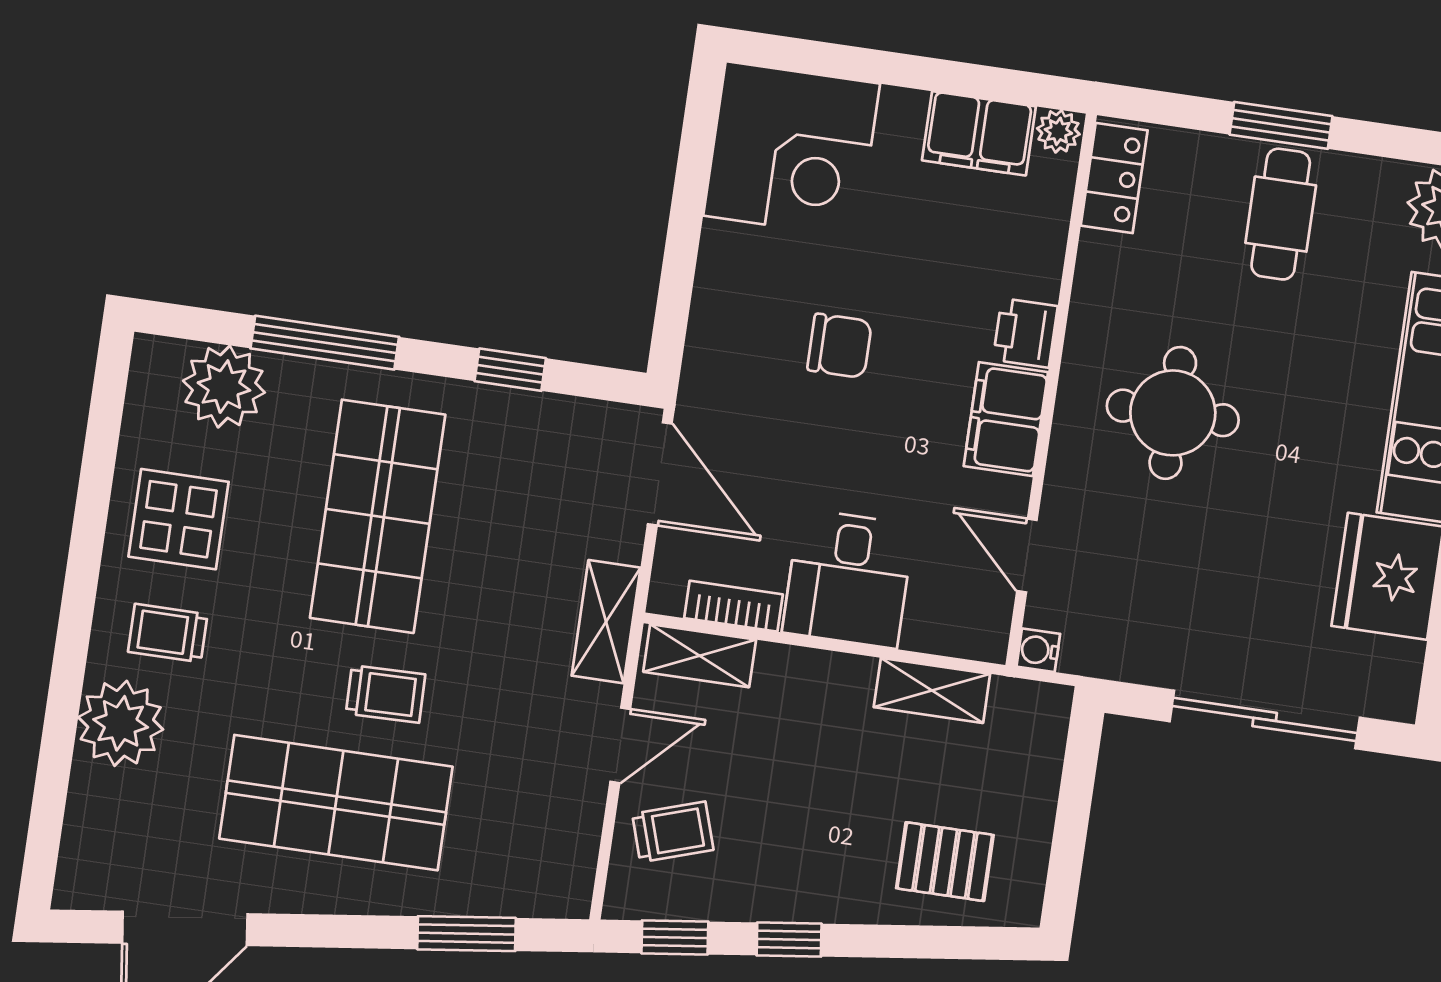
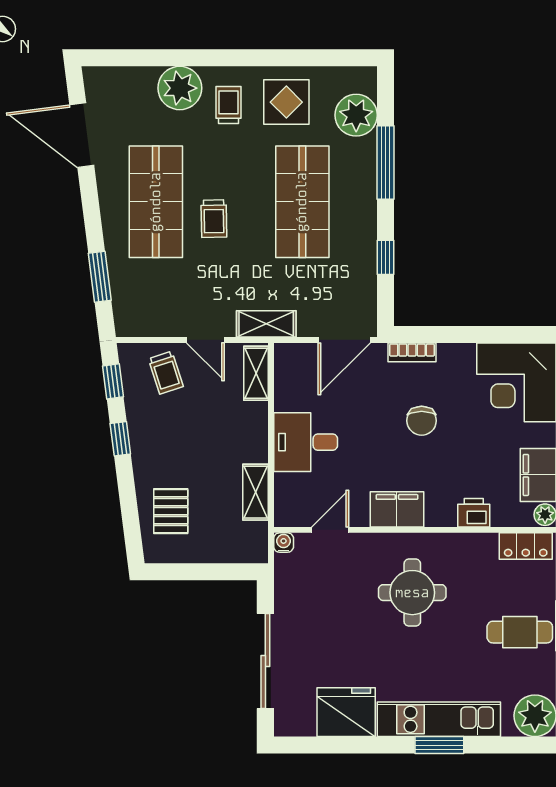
printer: (1025, 333) -> (474, 513), moved
shop shelf: (378, 516) -> (302, 202), turned 90
bookcase: (733, 606) -> (412, 352), moved, turned 90

